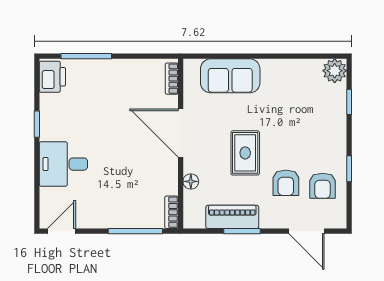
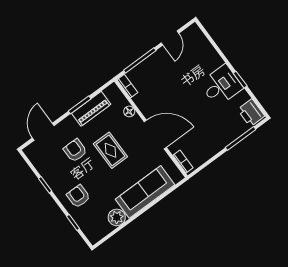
plant: (335, 71) -> (117, 217), moved
sofa: (230, 76) -> (145, 192), width x1.36
desk: (63, 164) -> (221, 86), moved
armchair: (323, 186) -> (78, 196), moved
door: (61, 231) -> (170, 38), moved
door: (306, 231) -> (43, 132), hinge flipped

